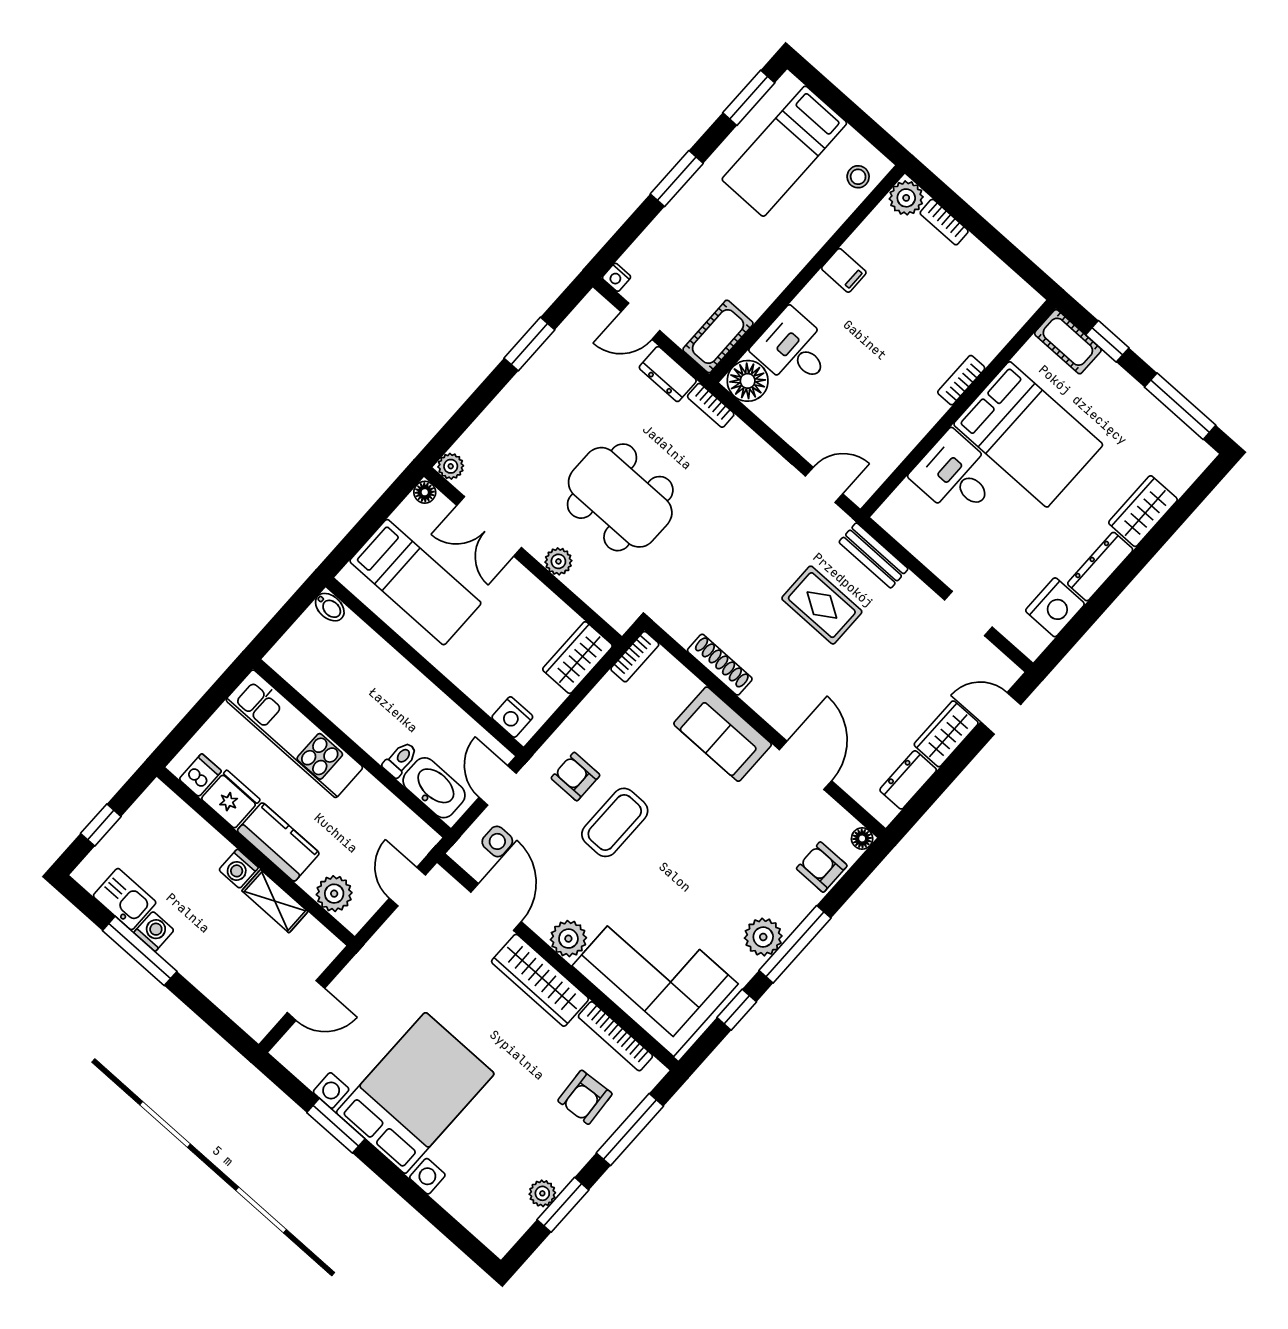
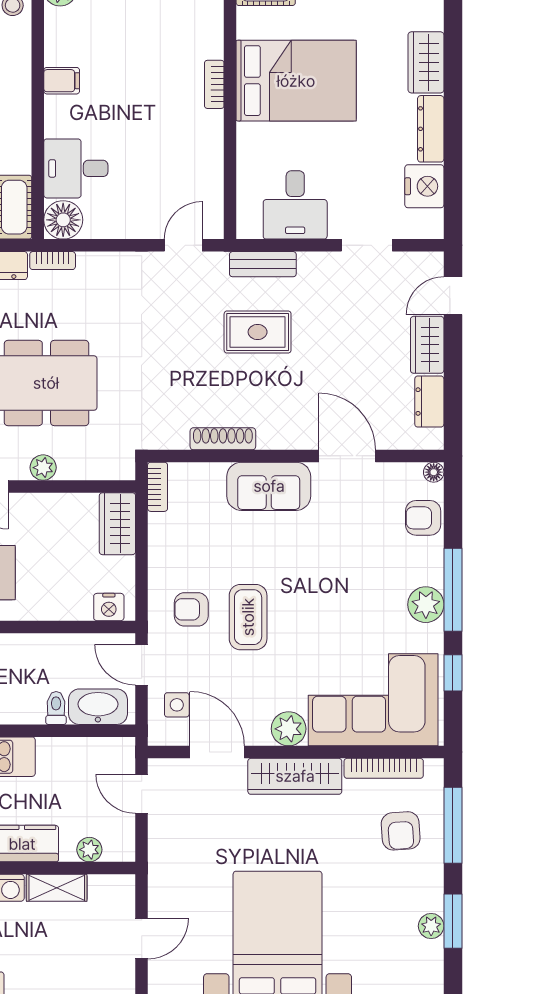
desk: (956, 475) -> (295, 205), moved, turned -90
plant: (334, 894) -> (89, 850), width x0.73, depth x0.73

